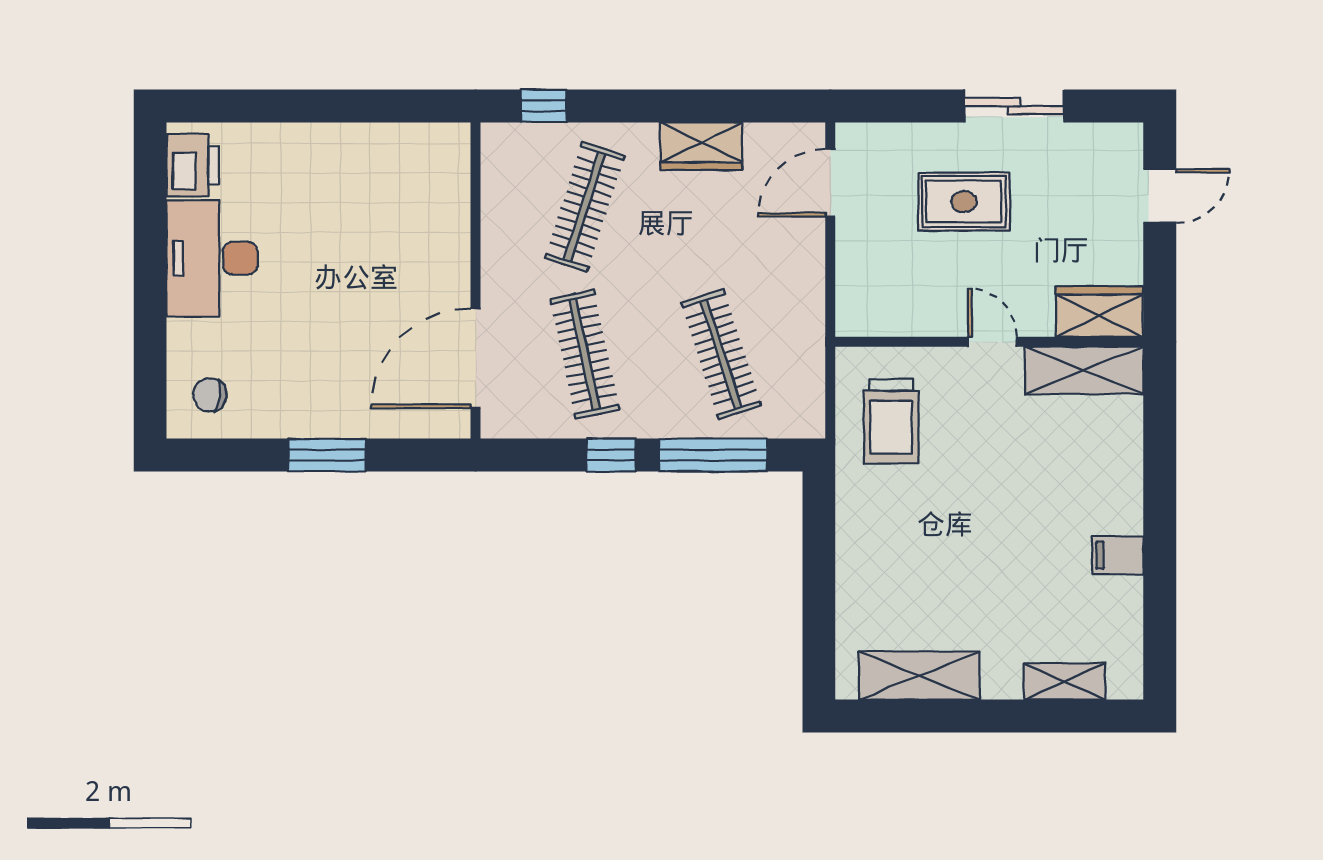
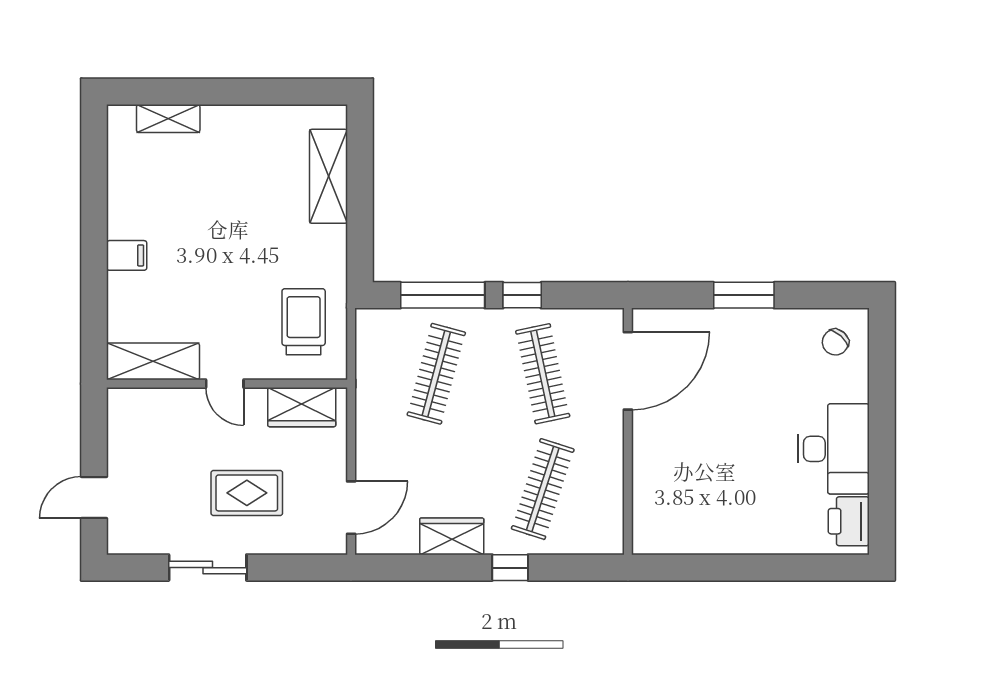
window: (544, 106) -> (510, 568), moved
wardrobe: (1099, 312) -> (302, 407), moved
clothes rail: (721, 354) -> (436, 374), turned 33
chair: (210, 395) -> (835, 342), turned 125
filing cabinet: (1118, 555) -> (127, 255), moved
shelving: (919, 676) -> (328, 176), moved, turned 90

